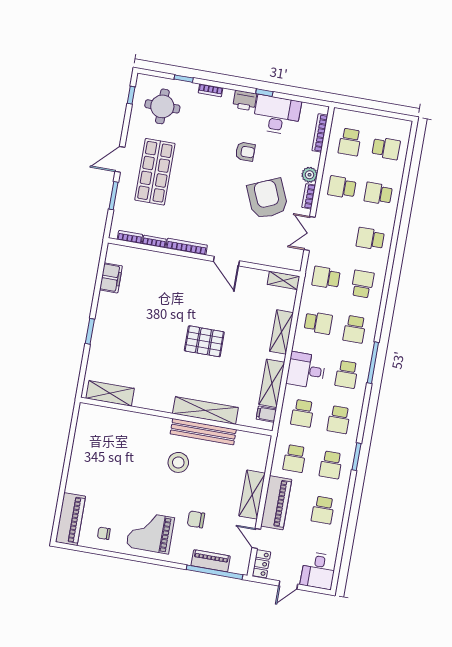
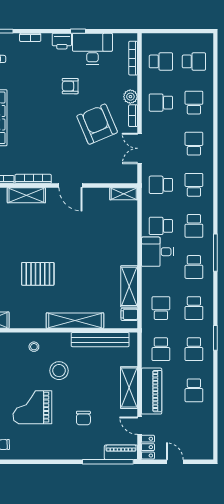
school desk: (350, 142) -> (161, 61), turned -90
armchair: (245, 152) -> (70, 86), turned 180
school desk: (378, 194) -> (194, 103), turned 90
school desk: (370, 239) -> (194, 144), turned 90
school desk: (318, 323) -> (161, 226), turned 180
shelving: (281, 332) -> (26, 195), moved, turned 90
pallet: (204, 341) -> (38, 274), moved
desk: (306, 370) -> (157, 252), moved
school desk: (302, 413) -> (161, 308), turned 180
stool: (155, 431) -> (34, 347), added
bench: (203, 432) -> (100, 340), moved
chair: (196, 519) -> (83, 418), turned -90
grand piano: (150, 532) -> (32, 407), moved
piano: (211, 561) -> (121, 452), moved
desk: (318, 571) -> (199, 444), removed
door: (288, 585) -> (175, 462), swing flipped

